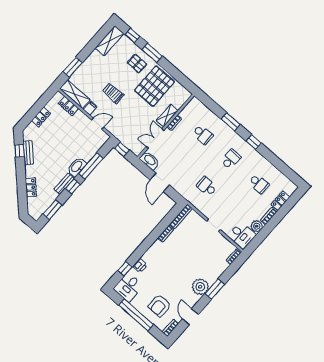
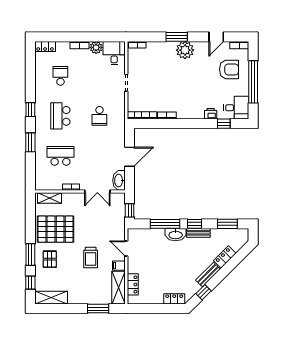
shelving: (167, 116) -> (50, 198), moved
locker: (41, 117) -> (174, 299), moved
school desk: (203, 135) -> (60, 156), width x1.85
bench: (28, 153) -> (208, 275), moved
school desk: (231, 159) -> (60, 116), width x1.85
locker: (280, 201) -> (45, 46), moved

